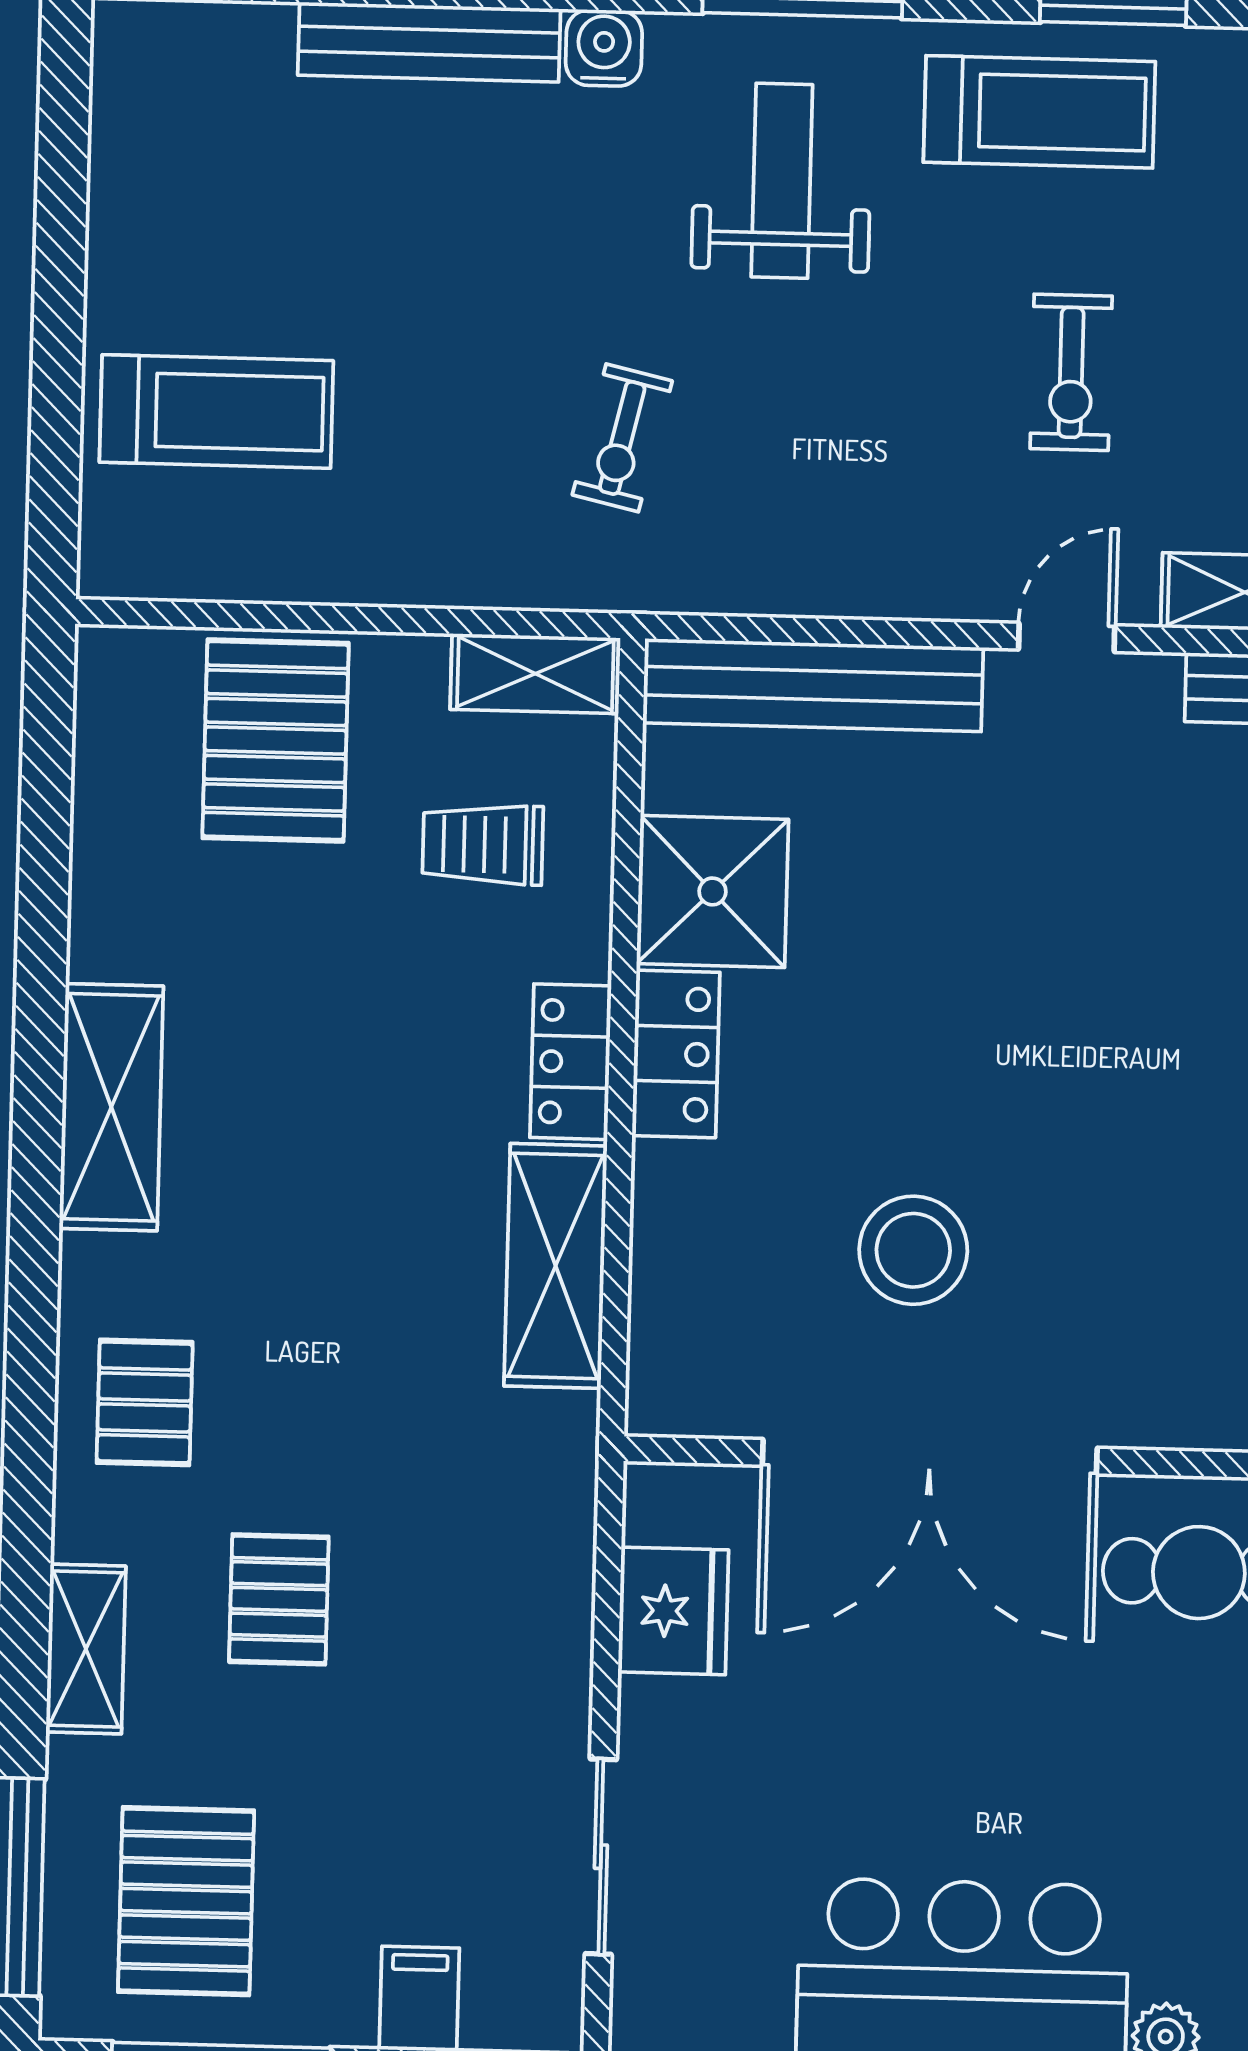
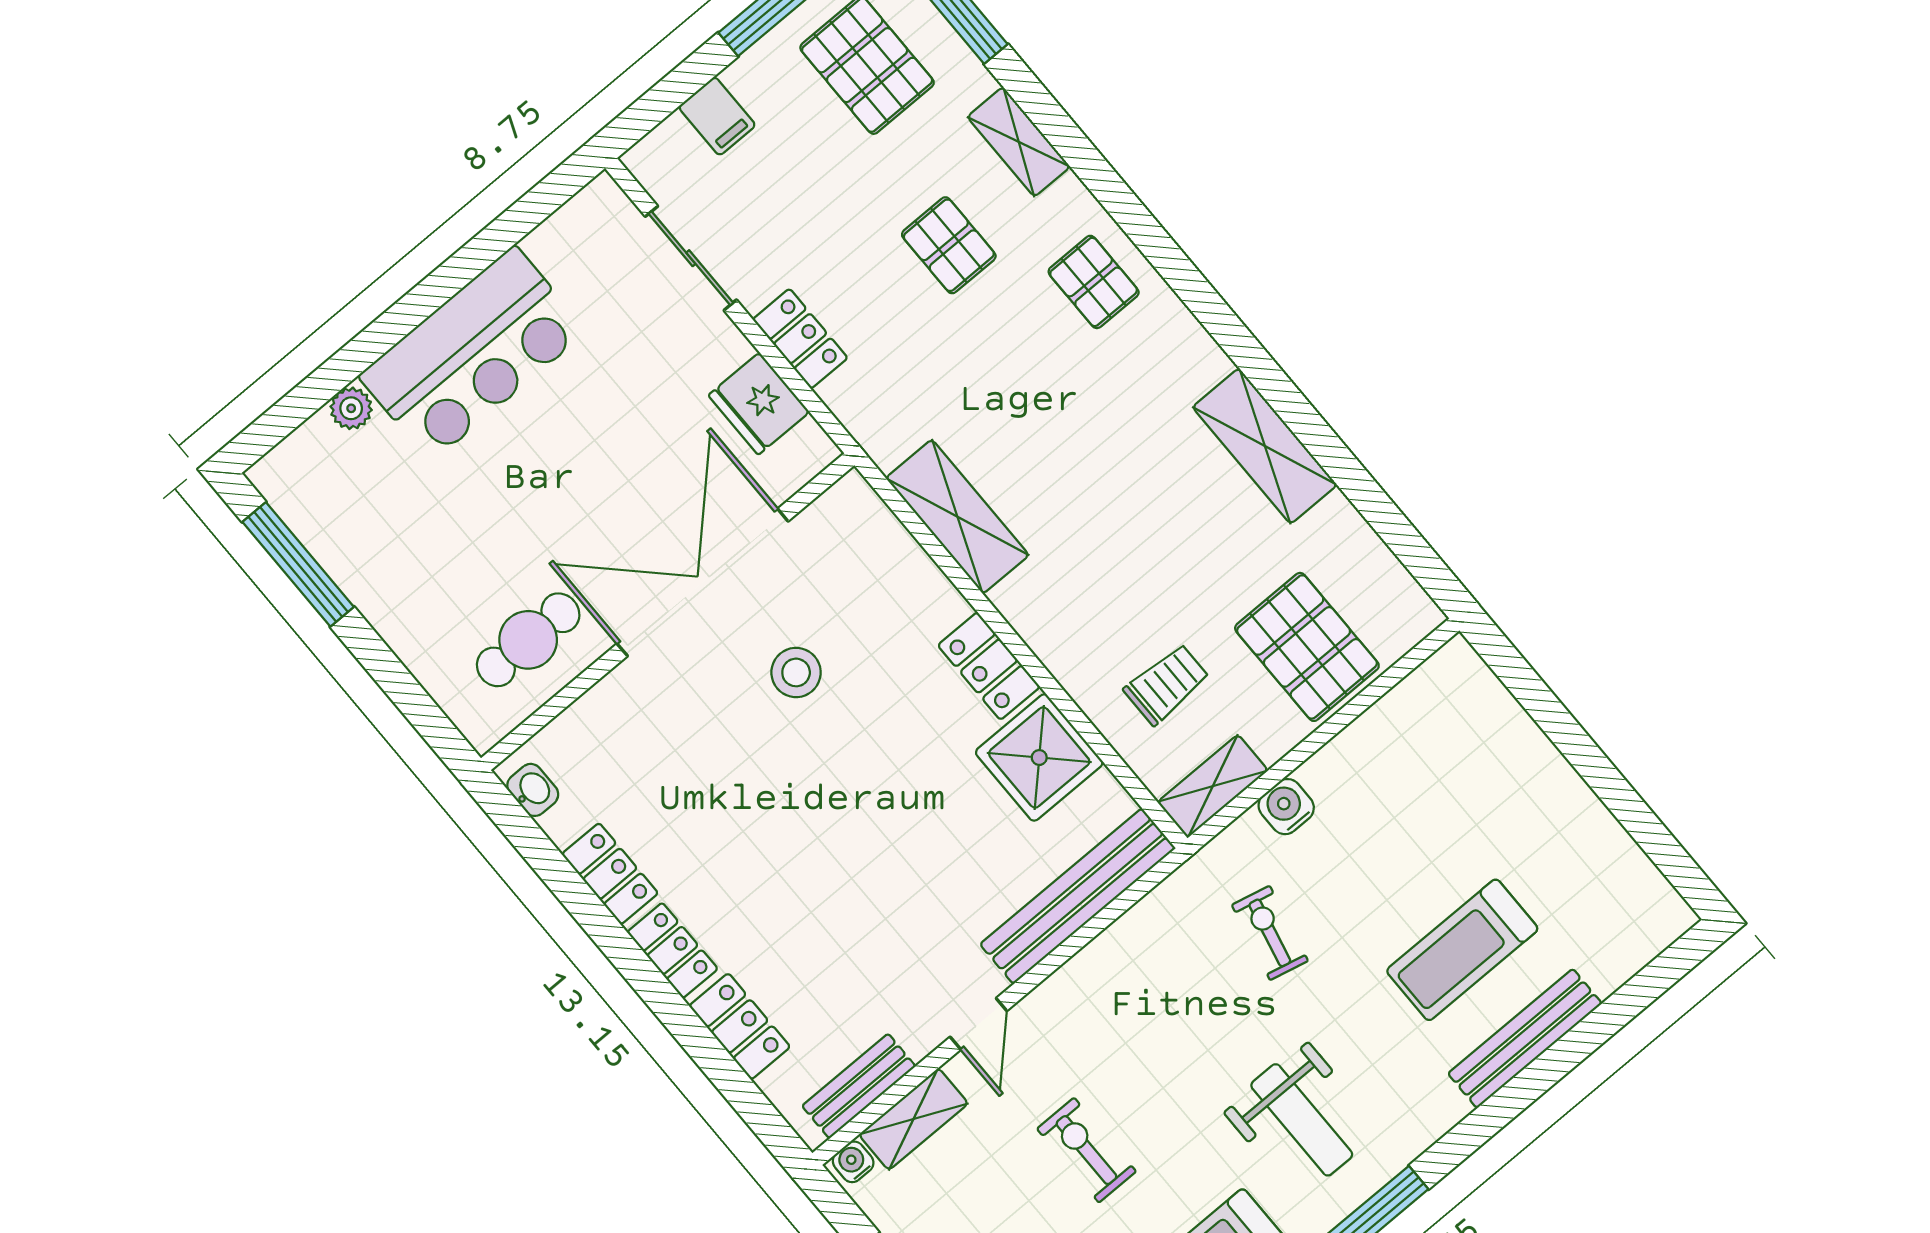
water cooler: (604, 48) -> (1286, 807), moved, turned 180
treadmill: (216, 411) -> (1462, 950), moved
locker: (571, 1062) -> (800, 339), moved
shelving: (111, 1107) -> (1265, 446), moved
stool: (913, 1250) -> (796, 672), width x0.73, depth x0.73

